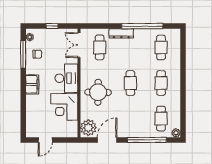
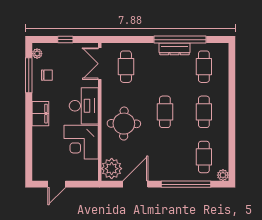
dresser: (121, 33) -> (174, 49), moved

